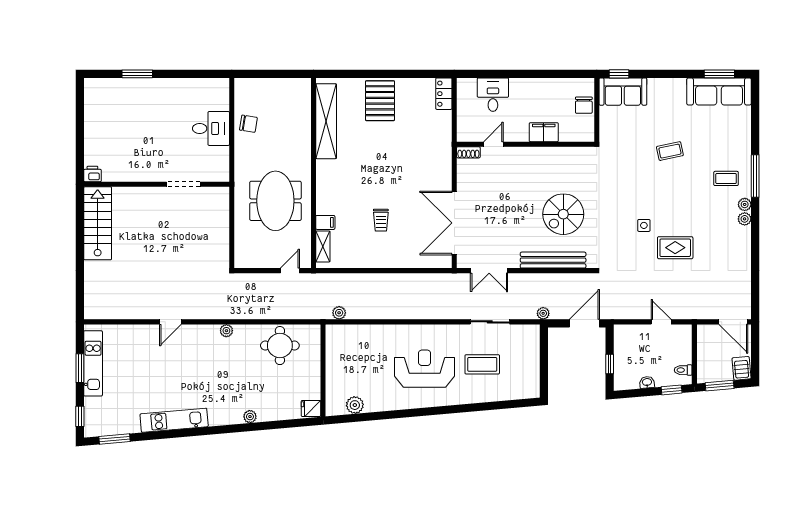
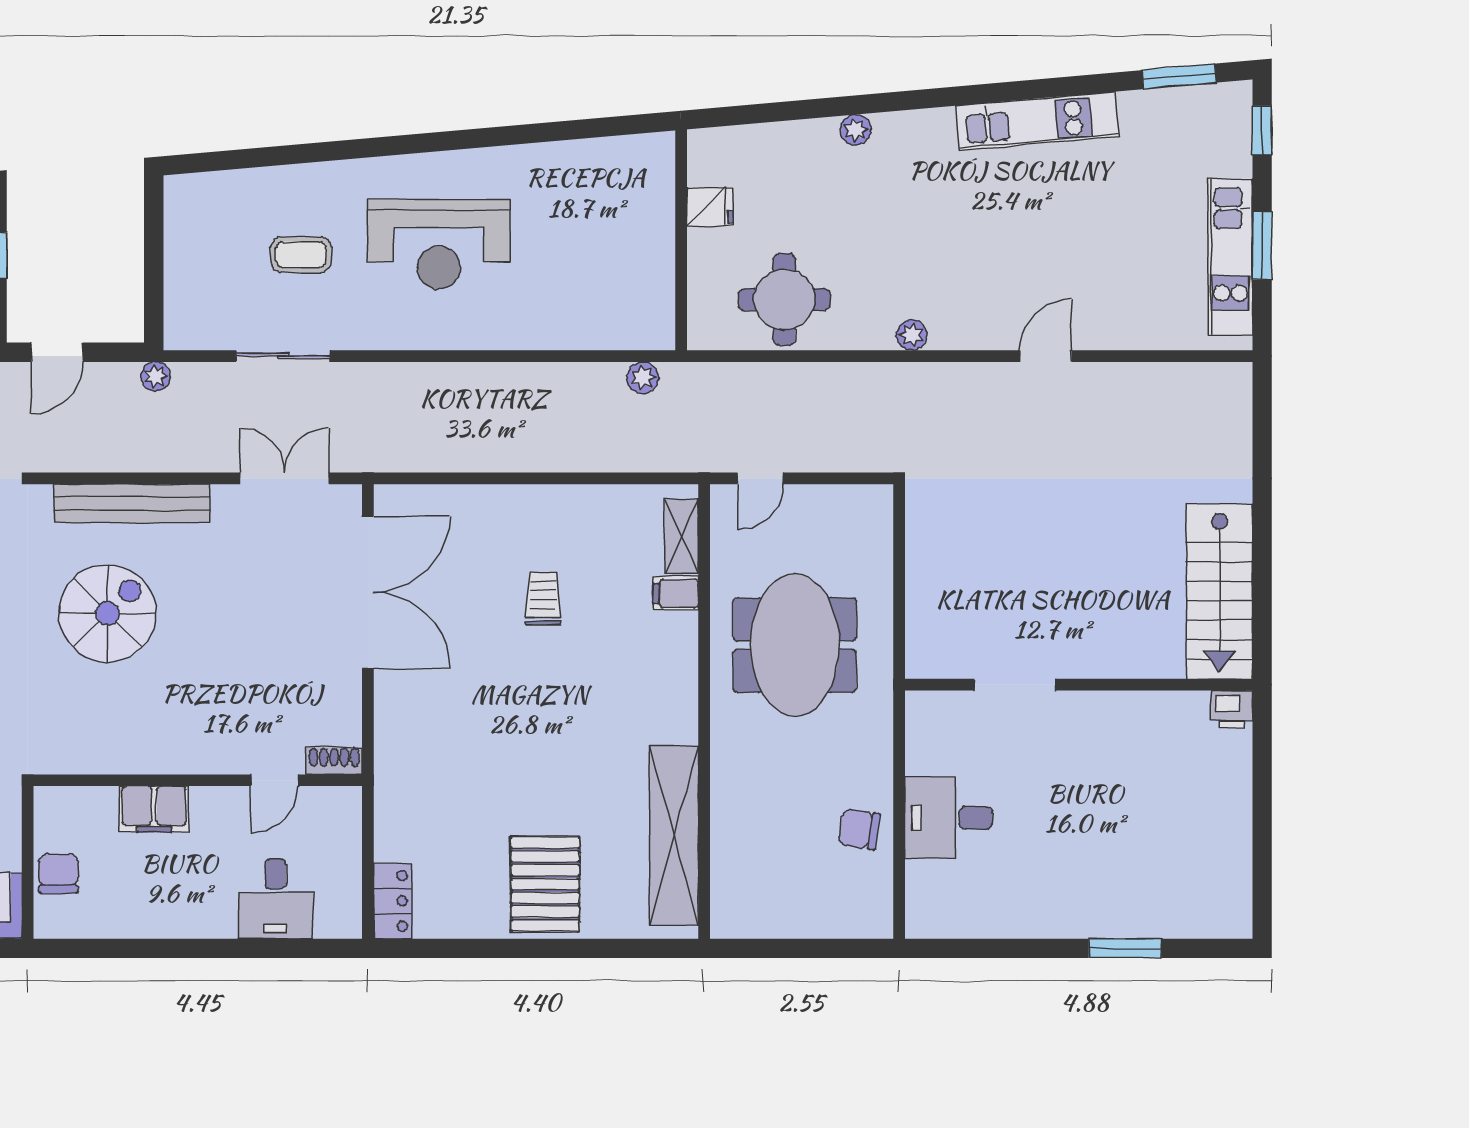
door: (584, 323) -> (57, 352), width x0.73
coffee table: (482, 364) -> (301, 255), width x0.73, depth x0.77
plant: (355, 405) -> (605, 157), removed
fridge: (311, 408) -> (710, 206), moved

